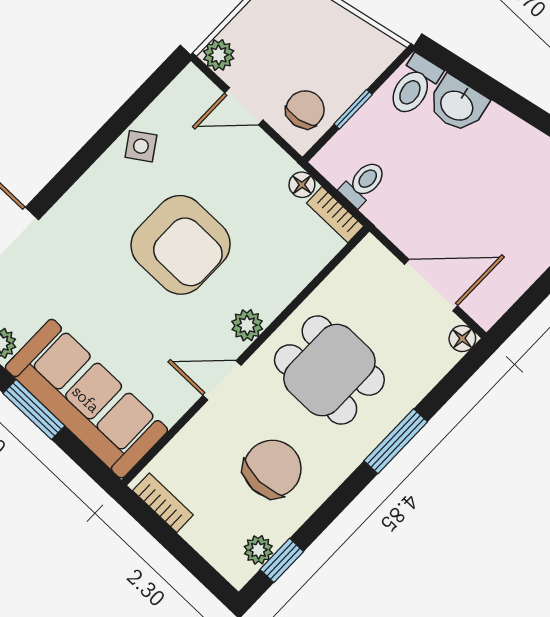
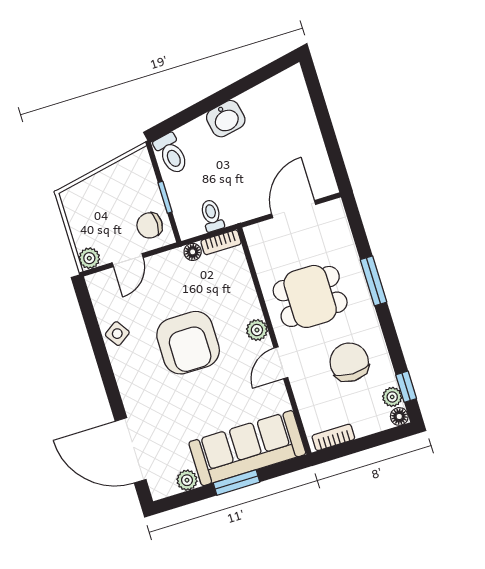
washbasin: (457, 105) -> (226, 119), moved
chair: (305, 110) -> (150, 225), turned -79
armchair: (181, 245) -> (188, 343), turned 90
floor lamp: (462, 339) -> (399, 416), moved

